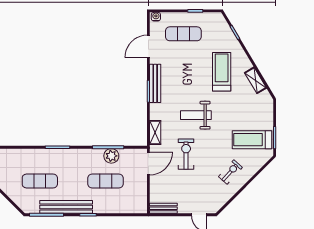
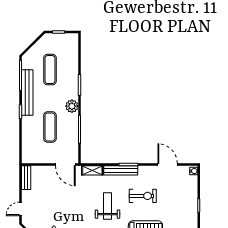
exercise mat: (183, 34) -> (179, 195), removed
bench: (155, 83) -> (121, 170), moved
exercise bike: (186, 154) -> (143, 196), moved
plant: (111, 156) -> (72, 106), moved

